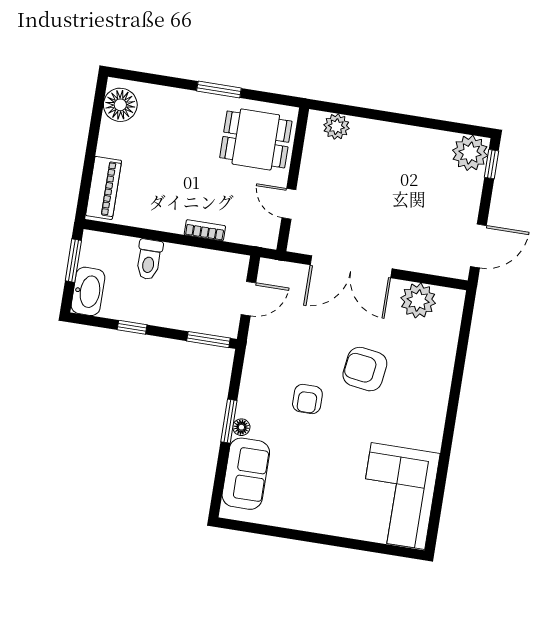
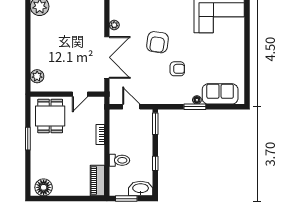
piano: (104, 188) -> (97, 181), moved, turned -90
plant: (418, 300) -> (114, 25), width x0.53, depth x0.53

